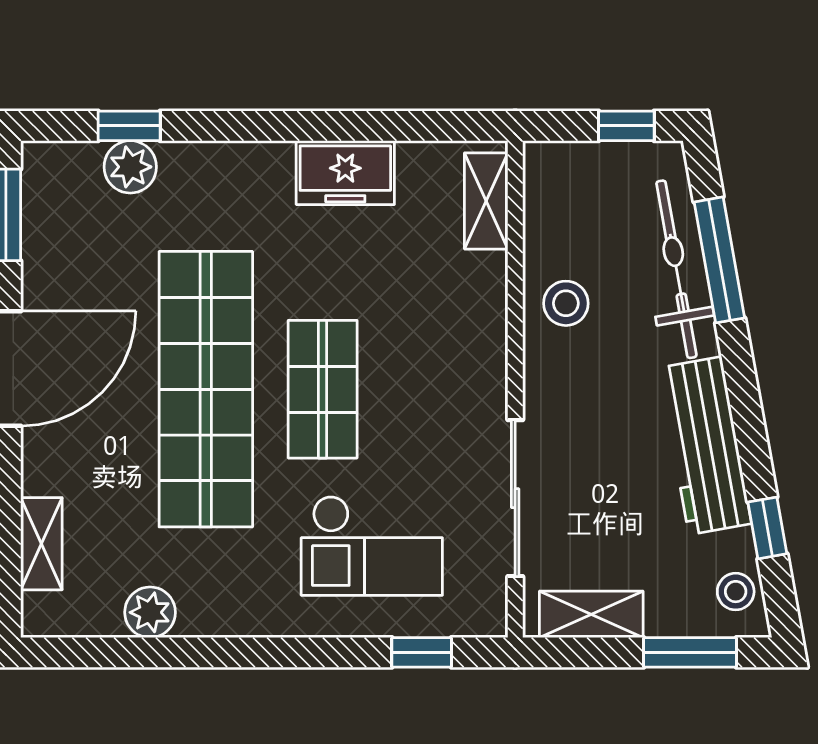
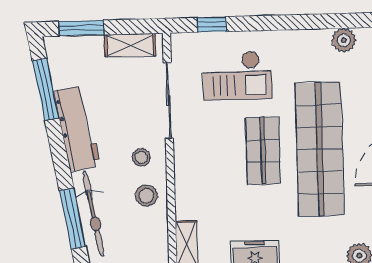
window: (767, 528) -> (46, 89), width x2.17
checkout: (372, 546) -> (237, 76), turned 180
stool: (736, 592) -> (141, 157), moved

